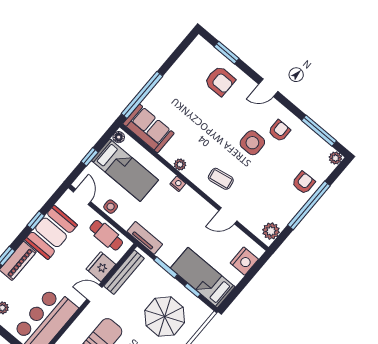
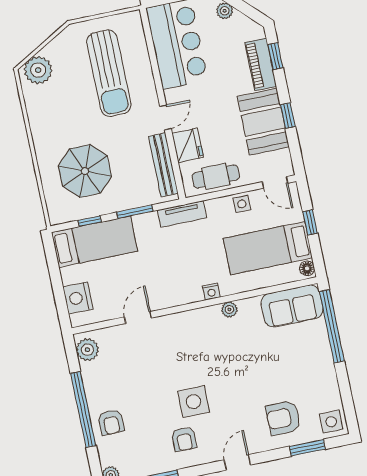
side table: (200, 50) -> (331, 422), added
coffee table: (221, 179) -> (182, 340), removed

